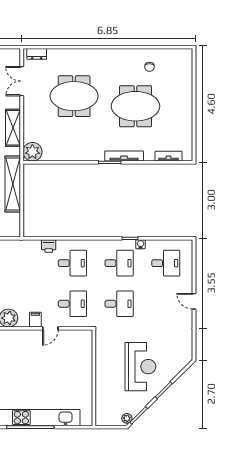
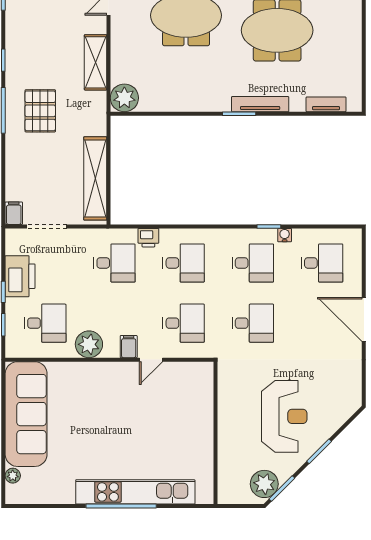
shelving: (13, 184) -> (95, 178), moved
desk: (26, 263) -> (114, 263), added
door: (194, 301) -> (364, 319), width x1.87
plant: (127, 418) -> (264, 484), width x1.87, depth x1.87

